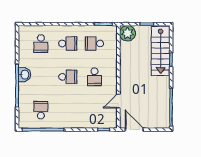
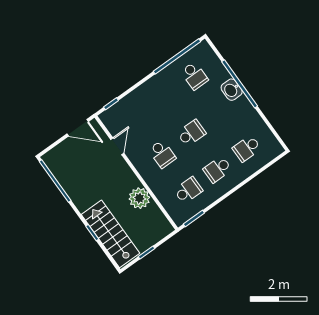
plant: (128, 33) -> (139, 198), moved
school desk: (41, 43) -> (247, 148), turned -90
washbasin: (24, 75) -> (232, 90), moved
school desk: (68, 77) -> (191, 133), turned 180
school desk: (94, 77) -> (162, 154), turned 180

